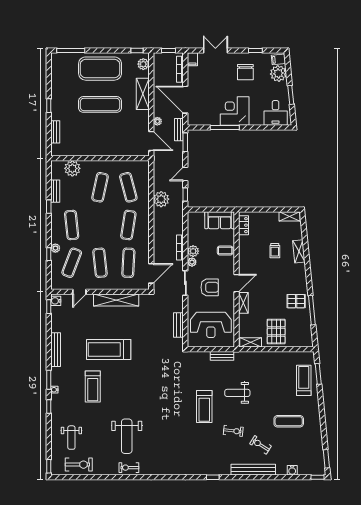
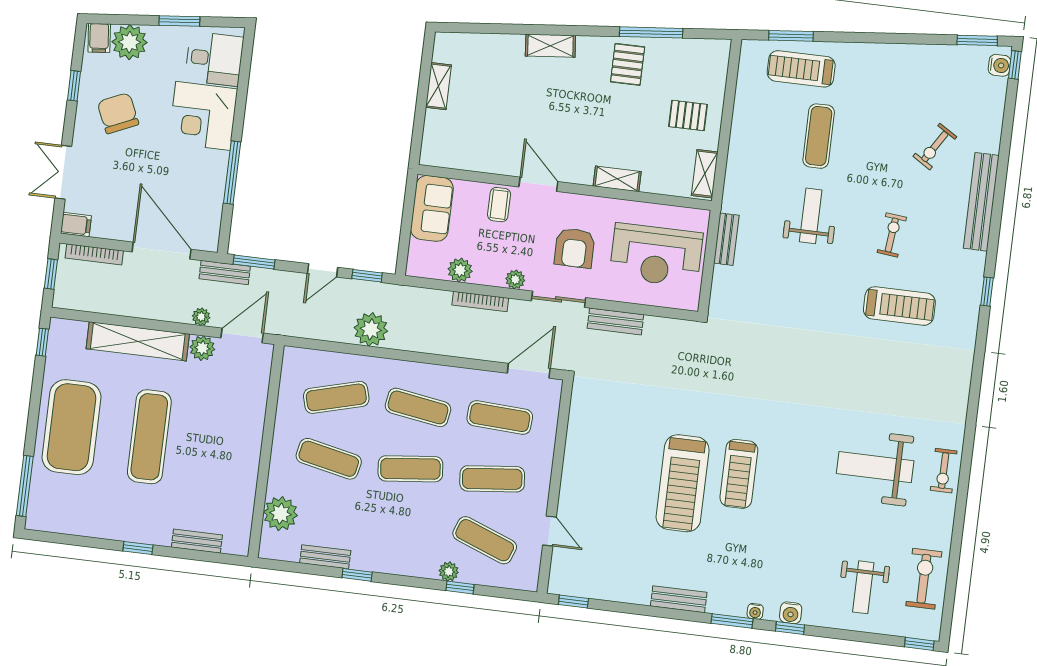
plant: (143, 64) -> (202, 348), moved
chair: (245, 72) -> (118, 113), turned -114
shelving: (143, 94) -> (138, 341), width x1.47
door: (185, 100) -> (162, 251), swing flipped
corner desk: (235, 111) -> (203, 116), moved
door: (185, 174) -> (323, 270), hinge flipped
shelving: (289, 216) -> (438, 86), moved
exercise mat: (72, 225) -> (410, 469), moved
locker: (244, 225) -> (449, 158), removed
plant: (193, 251) -> (460, 270), moved
trolley: (275, 251) -> (512, 97), removed
shelving: (299, 251) -> (550, 46), moved
door: (151, 273) -> (529, 371), hinge flipped
door: (237, 283) -> (538, 184), moved
armchair: (210, 287) -> (575, 248), turned 180
shelving: (116, 300) -> (577, 454), removed
water cooler: (56, 301) -> (791, 613), moved
bench: (178, 325) -> (615, 321), moved
reception desk: (211, 325) -> (656, 255), turned 90
pallet: (276, 331) -> (688, 115), width x0.67, depth x0.71
bench: (56, 350) -> (679, 599), width x0.73
treadmill: (93, 386) -> (739, 474), moved, turned 90
weight bench: (237, 393) -> (811, 216), turned 180
treadmill: (204, 407) -> (899, 306), moved
exercise mat: (289, 421) -> (819, 136), moved
weight bench: (127, 436) -> (875, 467), turned 180
weight bench: (71, 438) -> (863, 587), turned 90
exercise bike: (260, 445) -> (935, 147), moved
water cooler: (292, 470) -> (999, 65), moved

